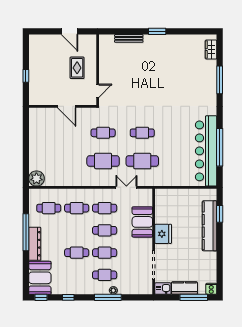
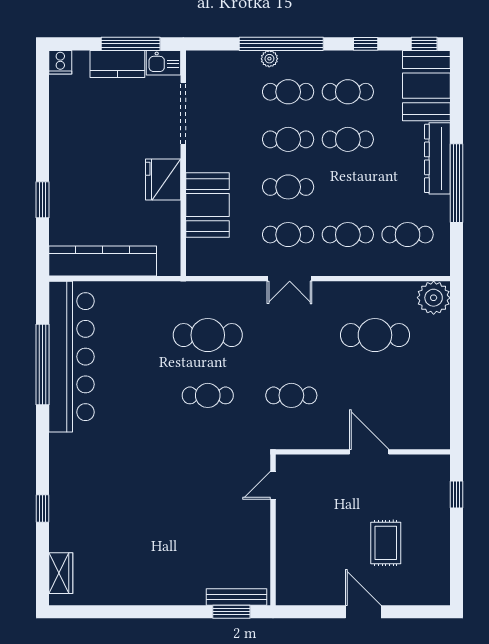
window: (157, 31) -> (231, 612), moved
rug: (77, 68) -> (386, 543), moved
wall: (98, 70) -> (273, 530), moved
window: (26, 76) -> (457, 494), moved
window: (220, 80) -> (43, 508), width x0.46
door: (98, 91) -> (273, 485), moved
cafe table: (103, 161) -> (375, 335), moved
double door: (126, 187) -> (290, 279), moved
window: (220, 214) -> (43, 200), moved
kitchen counter: (210, 226) -> (103, 261), moved, turned -90
cafe table: (77, 275) -> (348, 92), added
window: (108, 297) -> (281, 44), width x1.46
window: (194, 297) -> (131, 44), moved

